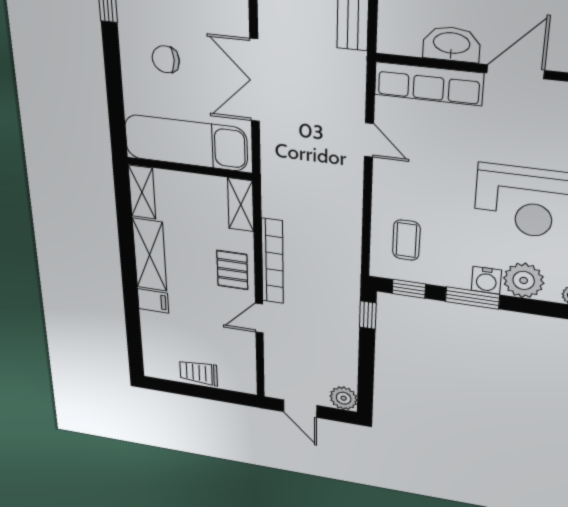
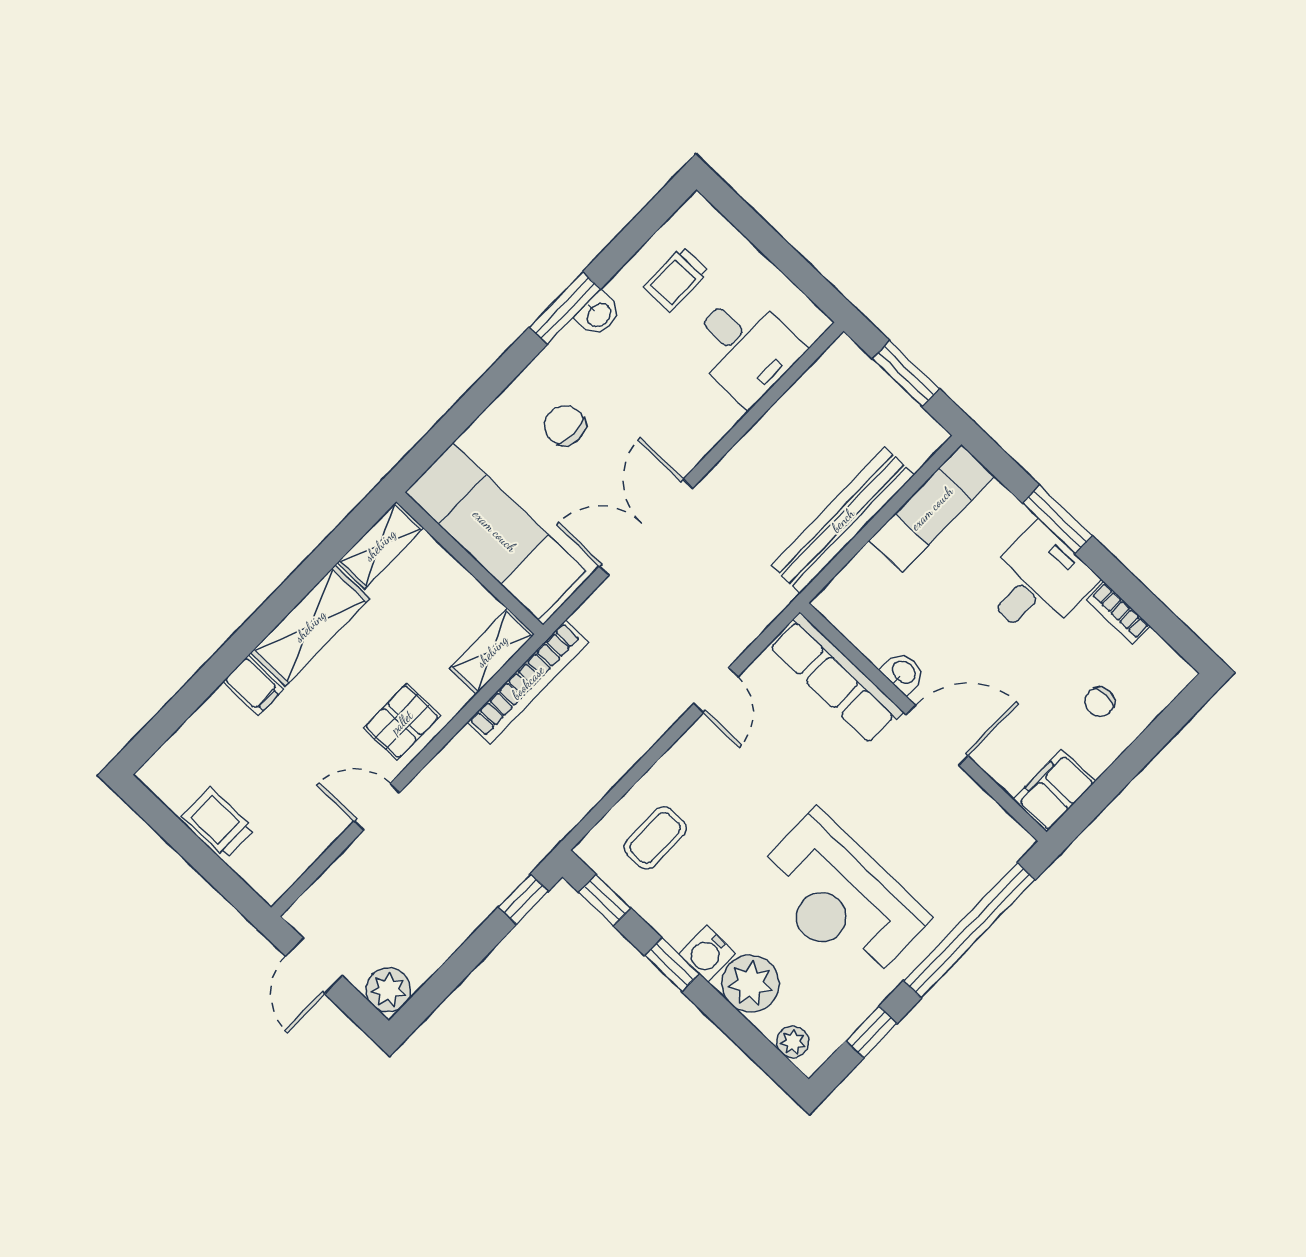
washbasin: (451, 44) -> (903, 673), width x0.52, depth x0.69
bookcase: (272, 261) -> (528, 682), moved
window: (472, 298) -> (672, 965), width x0.67

